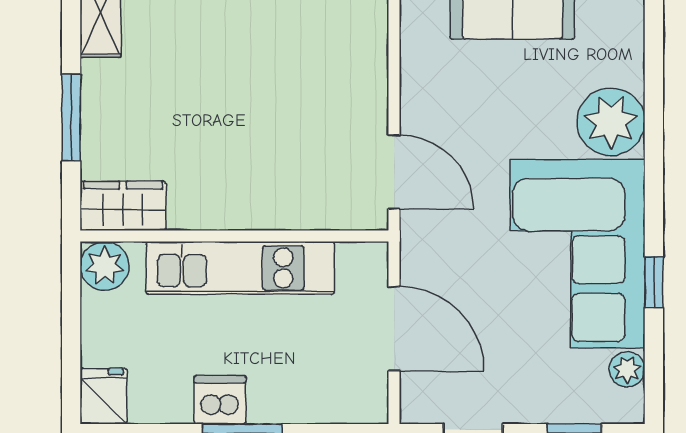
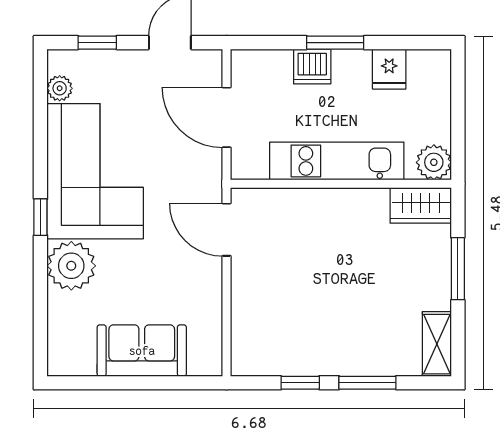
window: (654, 282) -> (40, 217), moved
fridge: (104, 396) -> (389, 69), moved
dishwasher: (220, 400) -> (312, 66), moved

